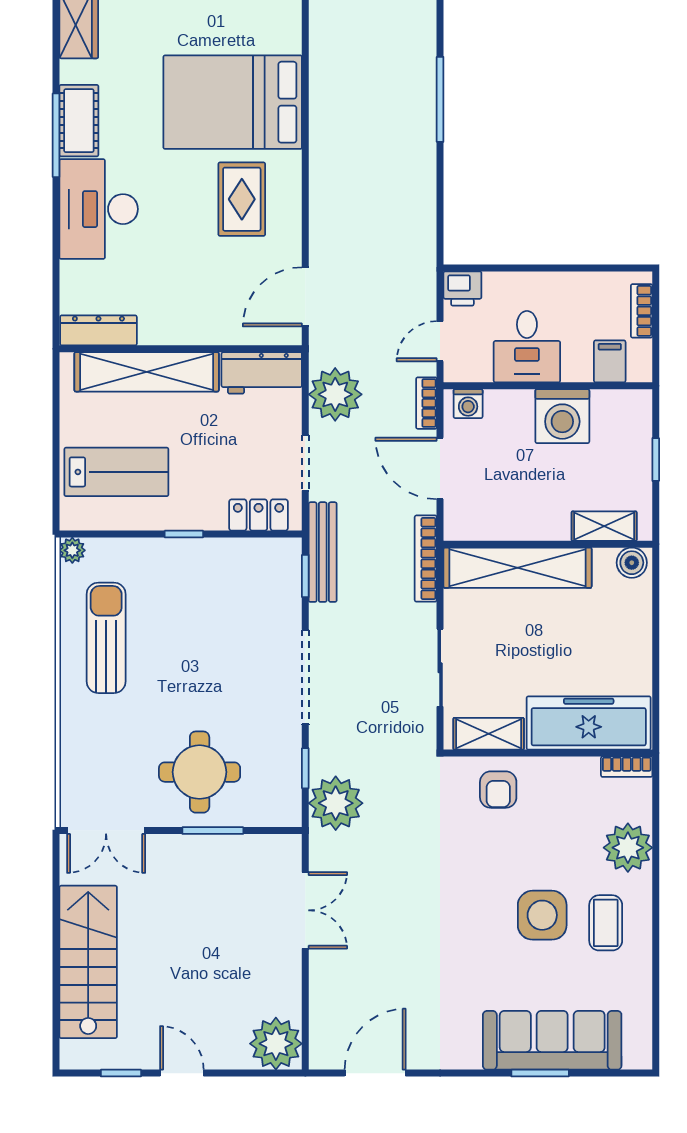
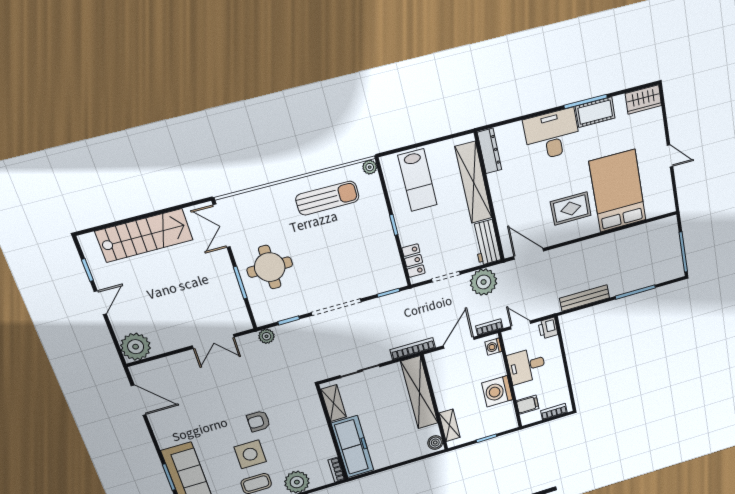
bench: (323, 552) -> (585, 298), moved
armchair: (498, 790) -> (259, 421), moved
plant: (336, 803) -> (267, 336), width x0.53, depth x0.53

